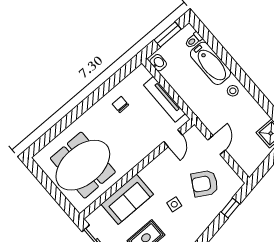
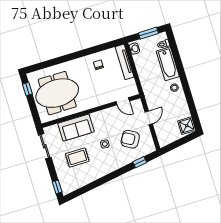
tv unit: (164, 99) -> (125, 62), moved
door: (173, 138) -> (123, 101), hinge flipped
window: (42, 177) -> (27, 89), added

